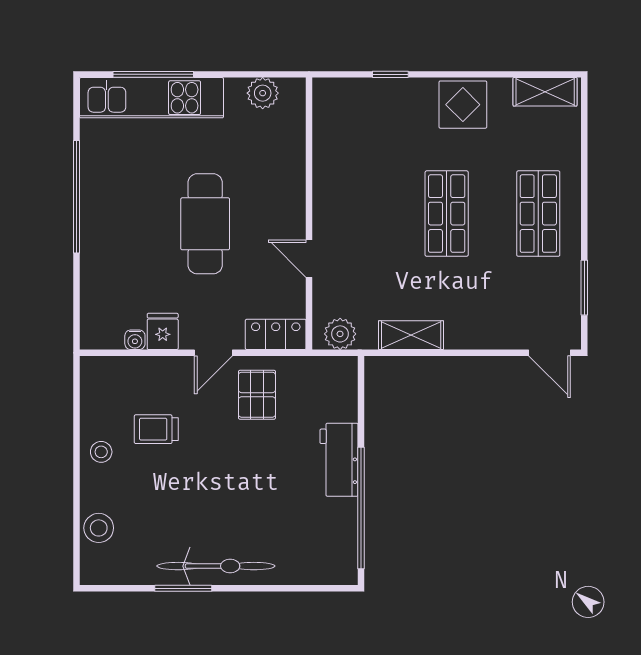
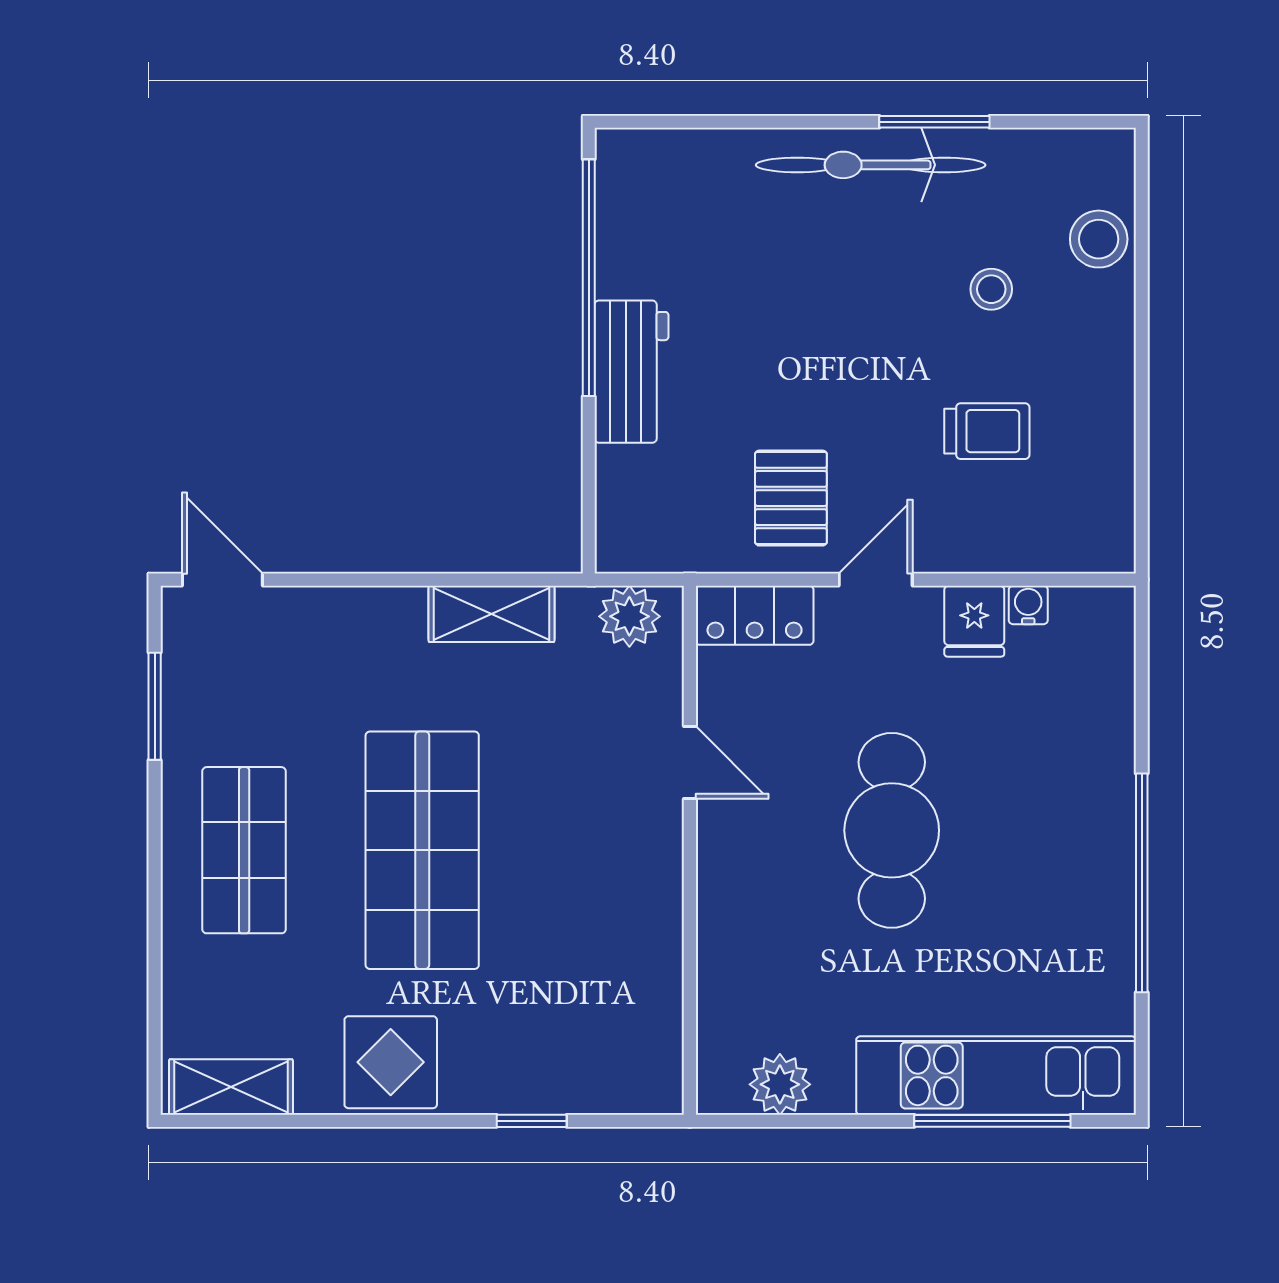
shop shelf: (447, 214) -> (422, 850), width x1.43, depth x1.36
stool: (101, 452) -> (991, 289), moved

